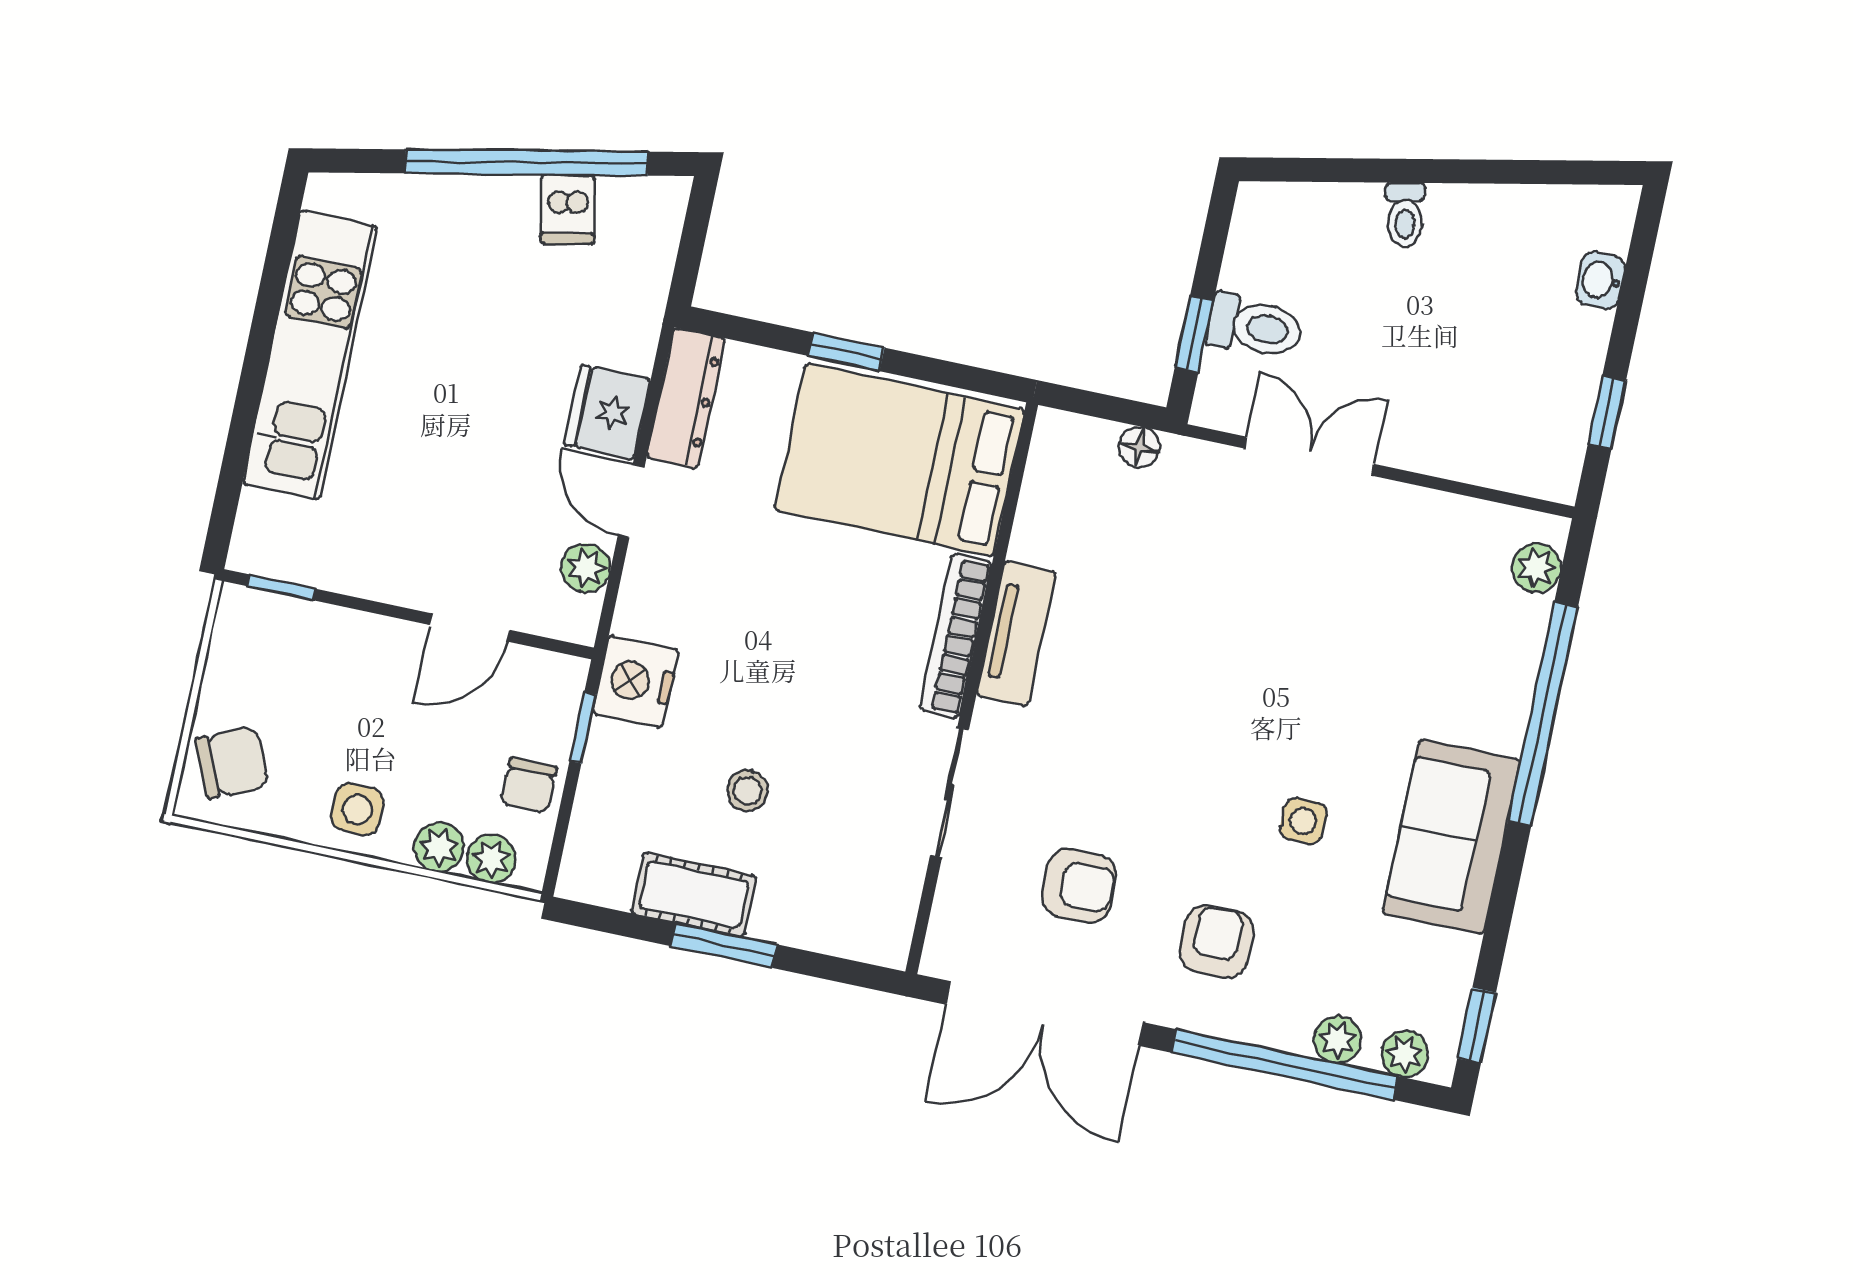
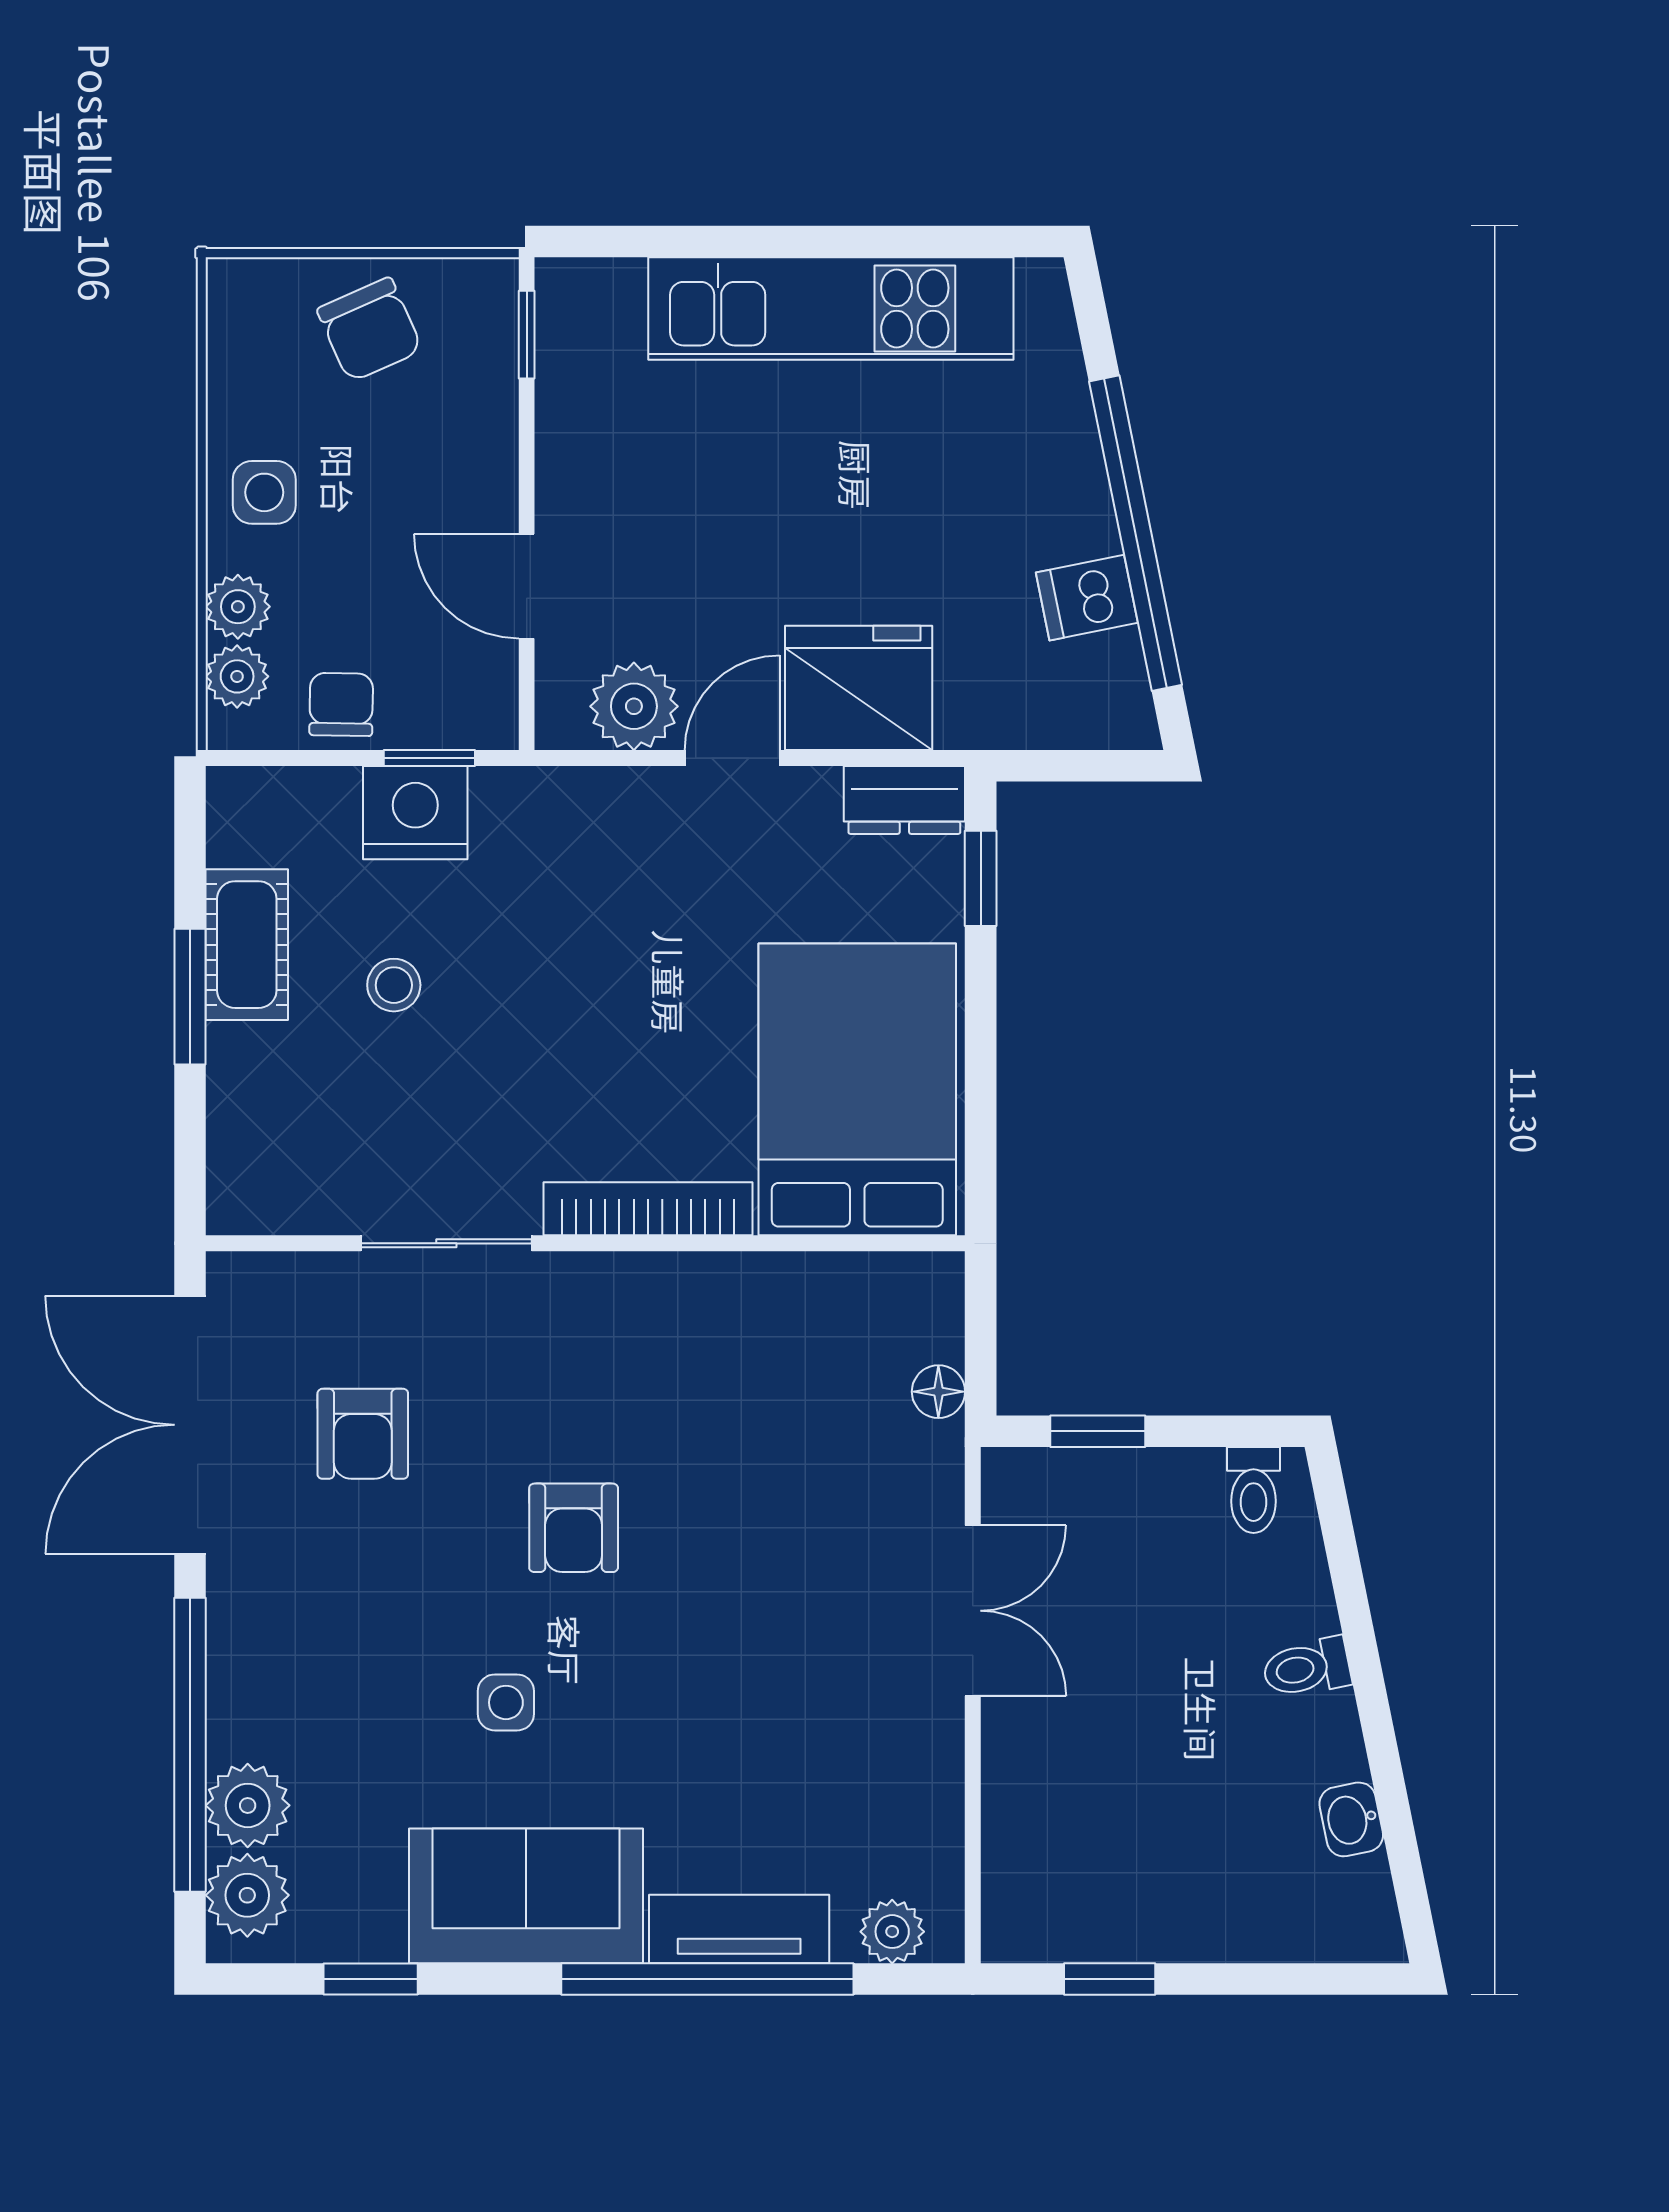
washbasin: (1601, 280) -> (1351, 1819), moved, turned -101
toilet: (1255, 327) -> (1254, 1490), moved, width x0.73, depth x0.72
window: (846, 352) -> (981, 878), moved
dresser: (686, 398) -> (904, 800), width x0.70
fridge: (607, 412) -> (859, 688), width x1.36, depth x1.34
plant: (586, 568) -> (634, 706), width x1.38, depth x1.38
tv unit: (1016, 634) -> (739, 1929), moved, turned 180
nightstand: (636, 681) -> (415, 813), moved
chair: (232, 762) -> (370, 330), moved
chair: (529, 785) -> (341, 704), turned 91
armchair: (1216, 941) -> (574, 1528), moved, turned 90
window: (1477, 1026) -> (371, 1979), moved
plant: (1338, 1040) -> (248, 1805), width x1.38, depth x1.38
plant: (1405, 1054) -> (247, 1895), width x1.38, depth x1.38

